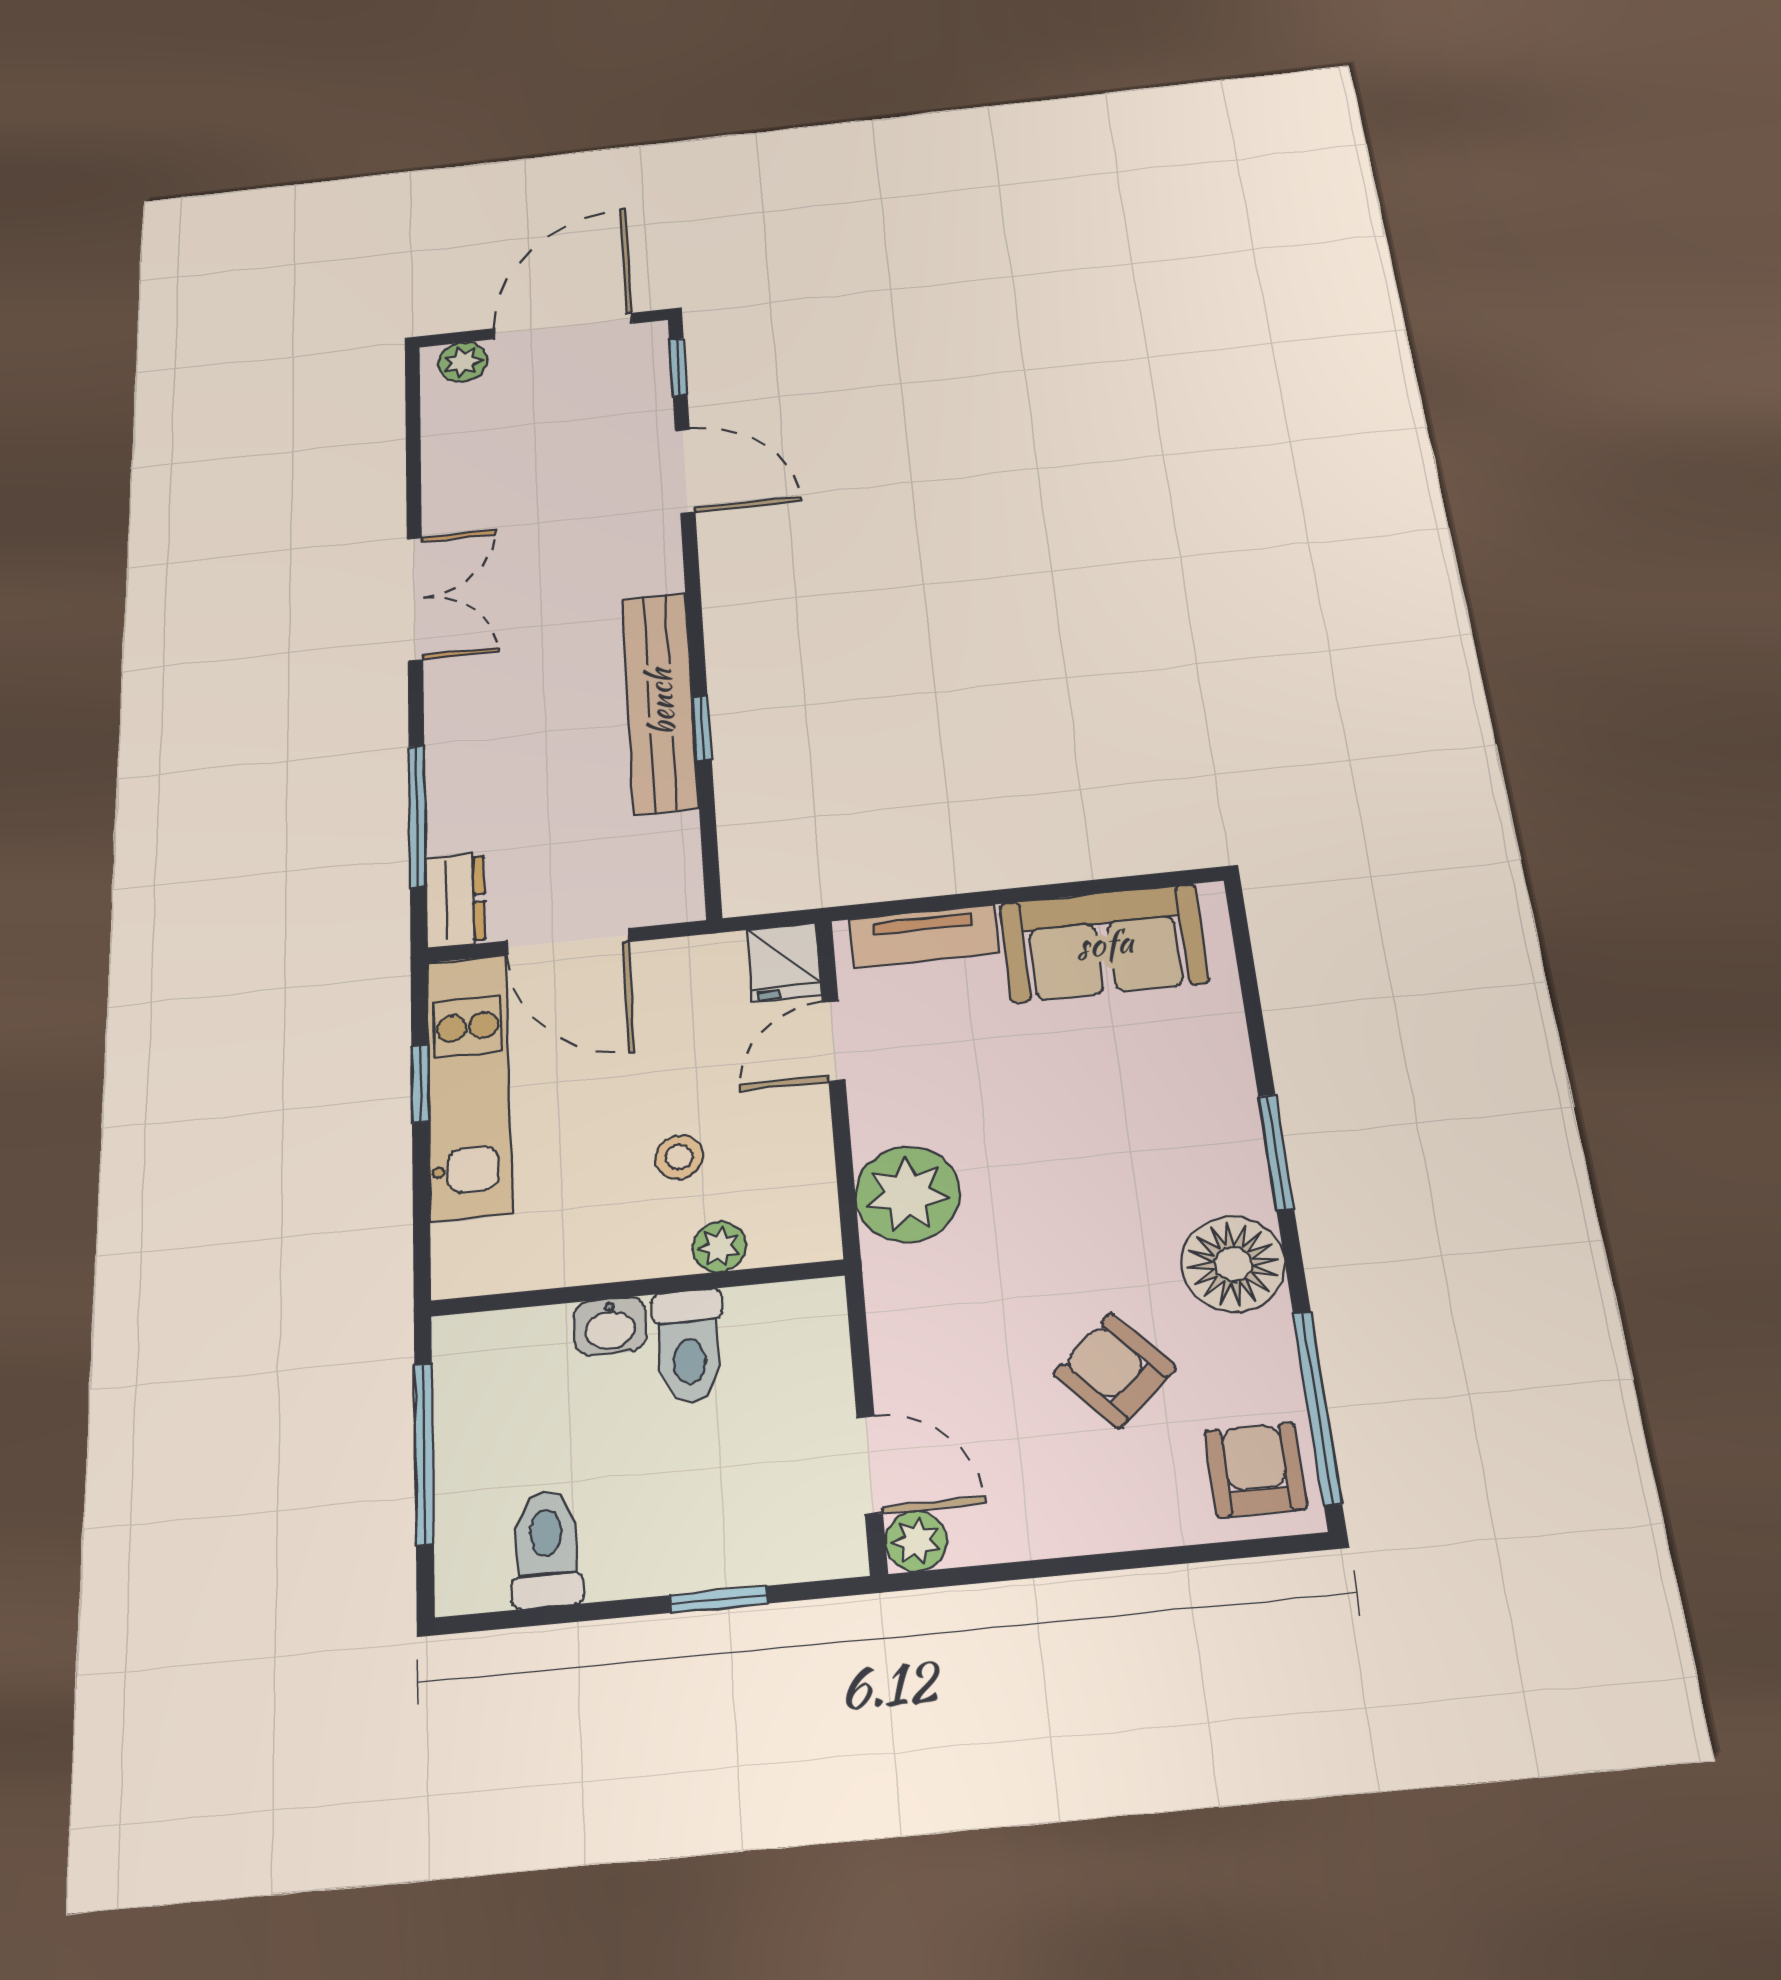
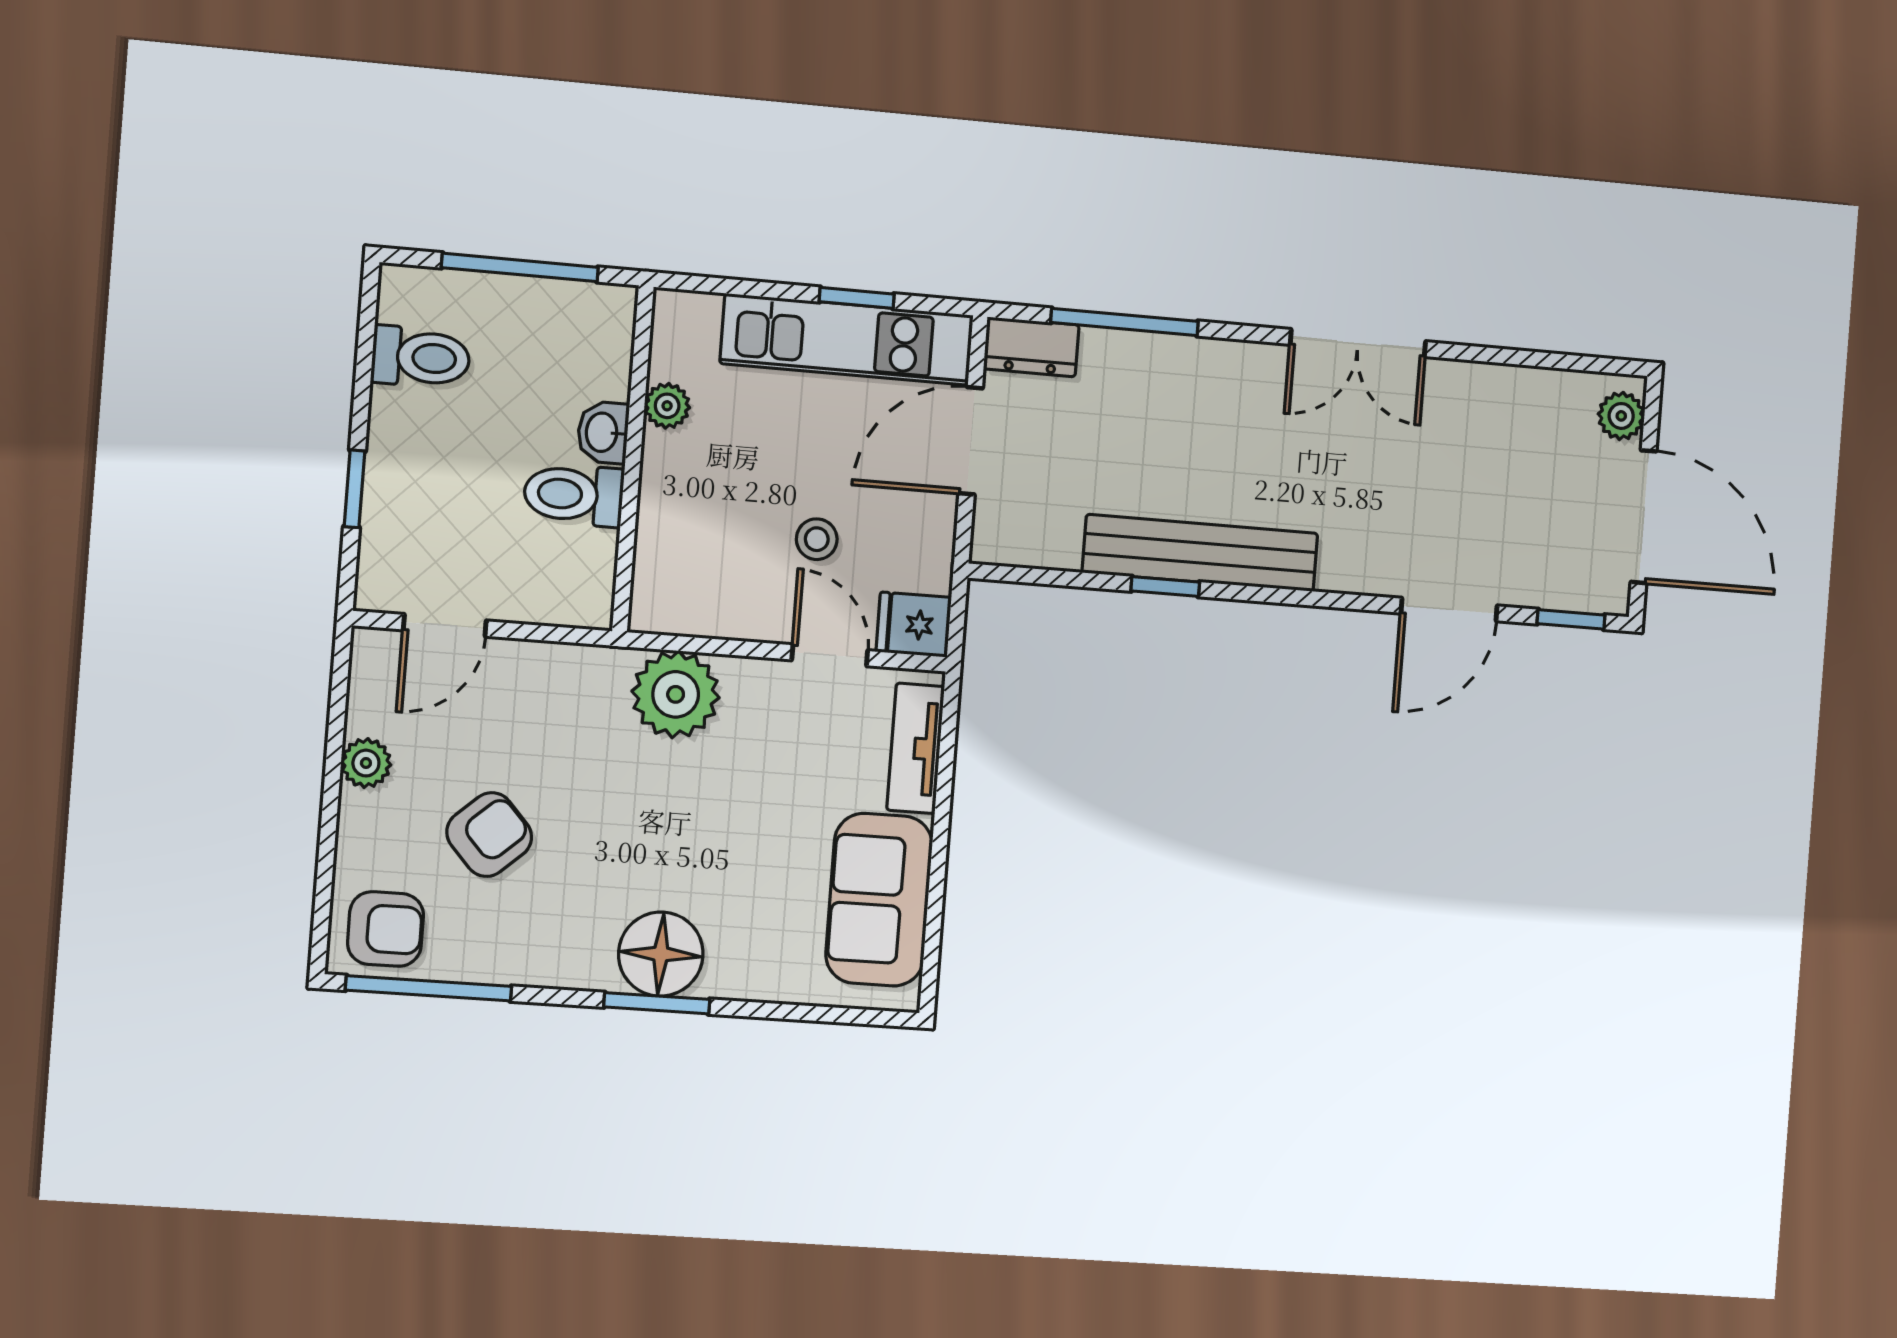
stool: (679, 1157) -> (817, 539), moved
plant: (719, 1247) -> (667, 406), moved
floor lamp: (1233, 1264) -> (661, 954), moved
plant: (916, 1541) -> (366, 763), moved

